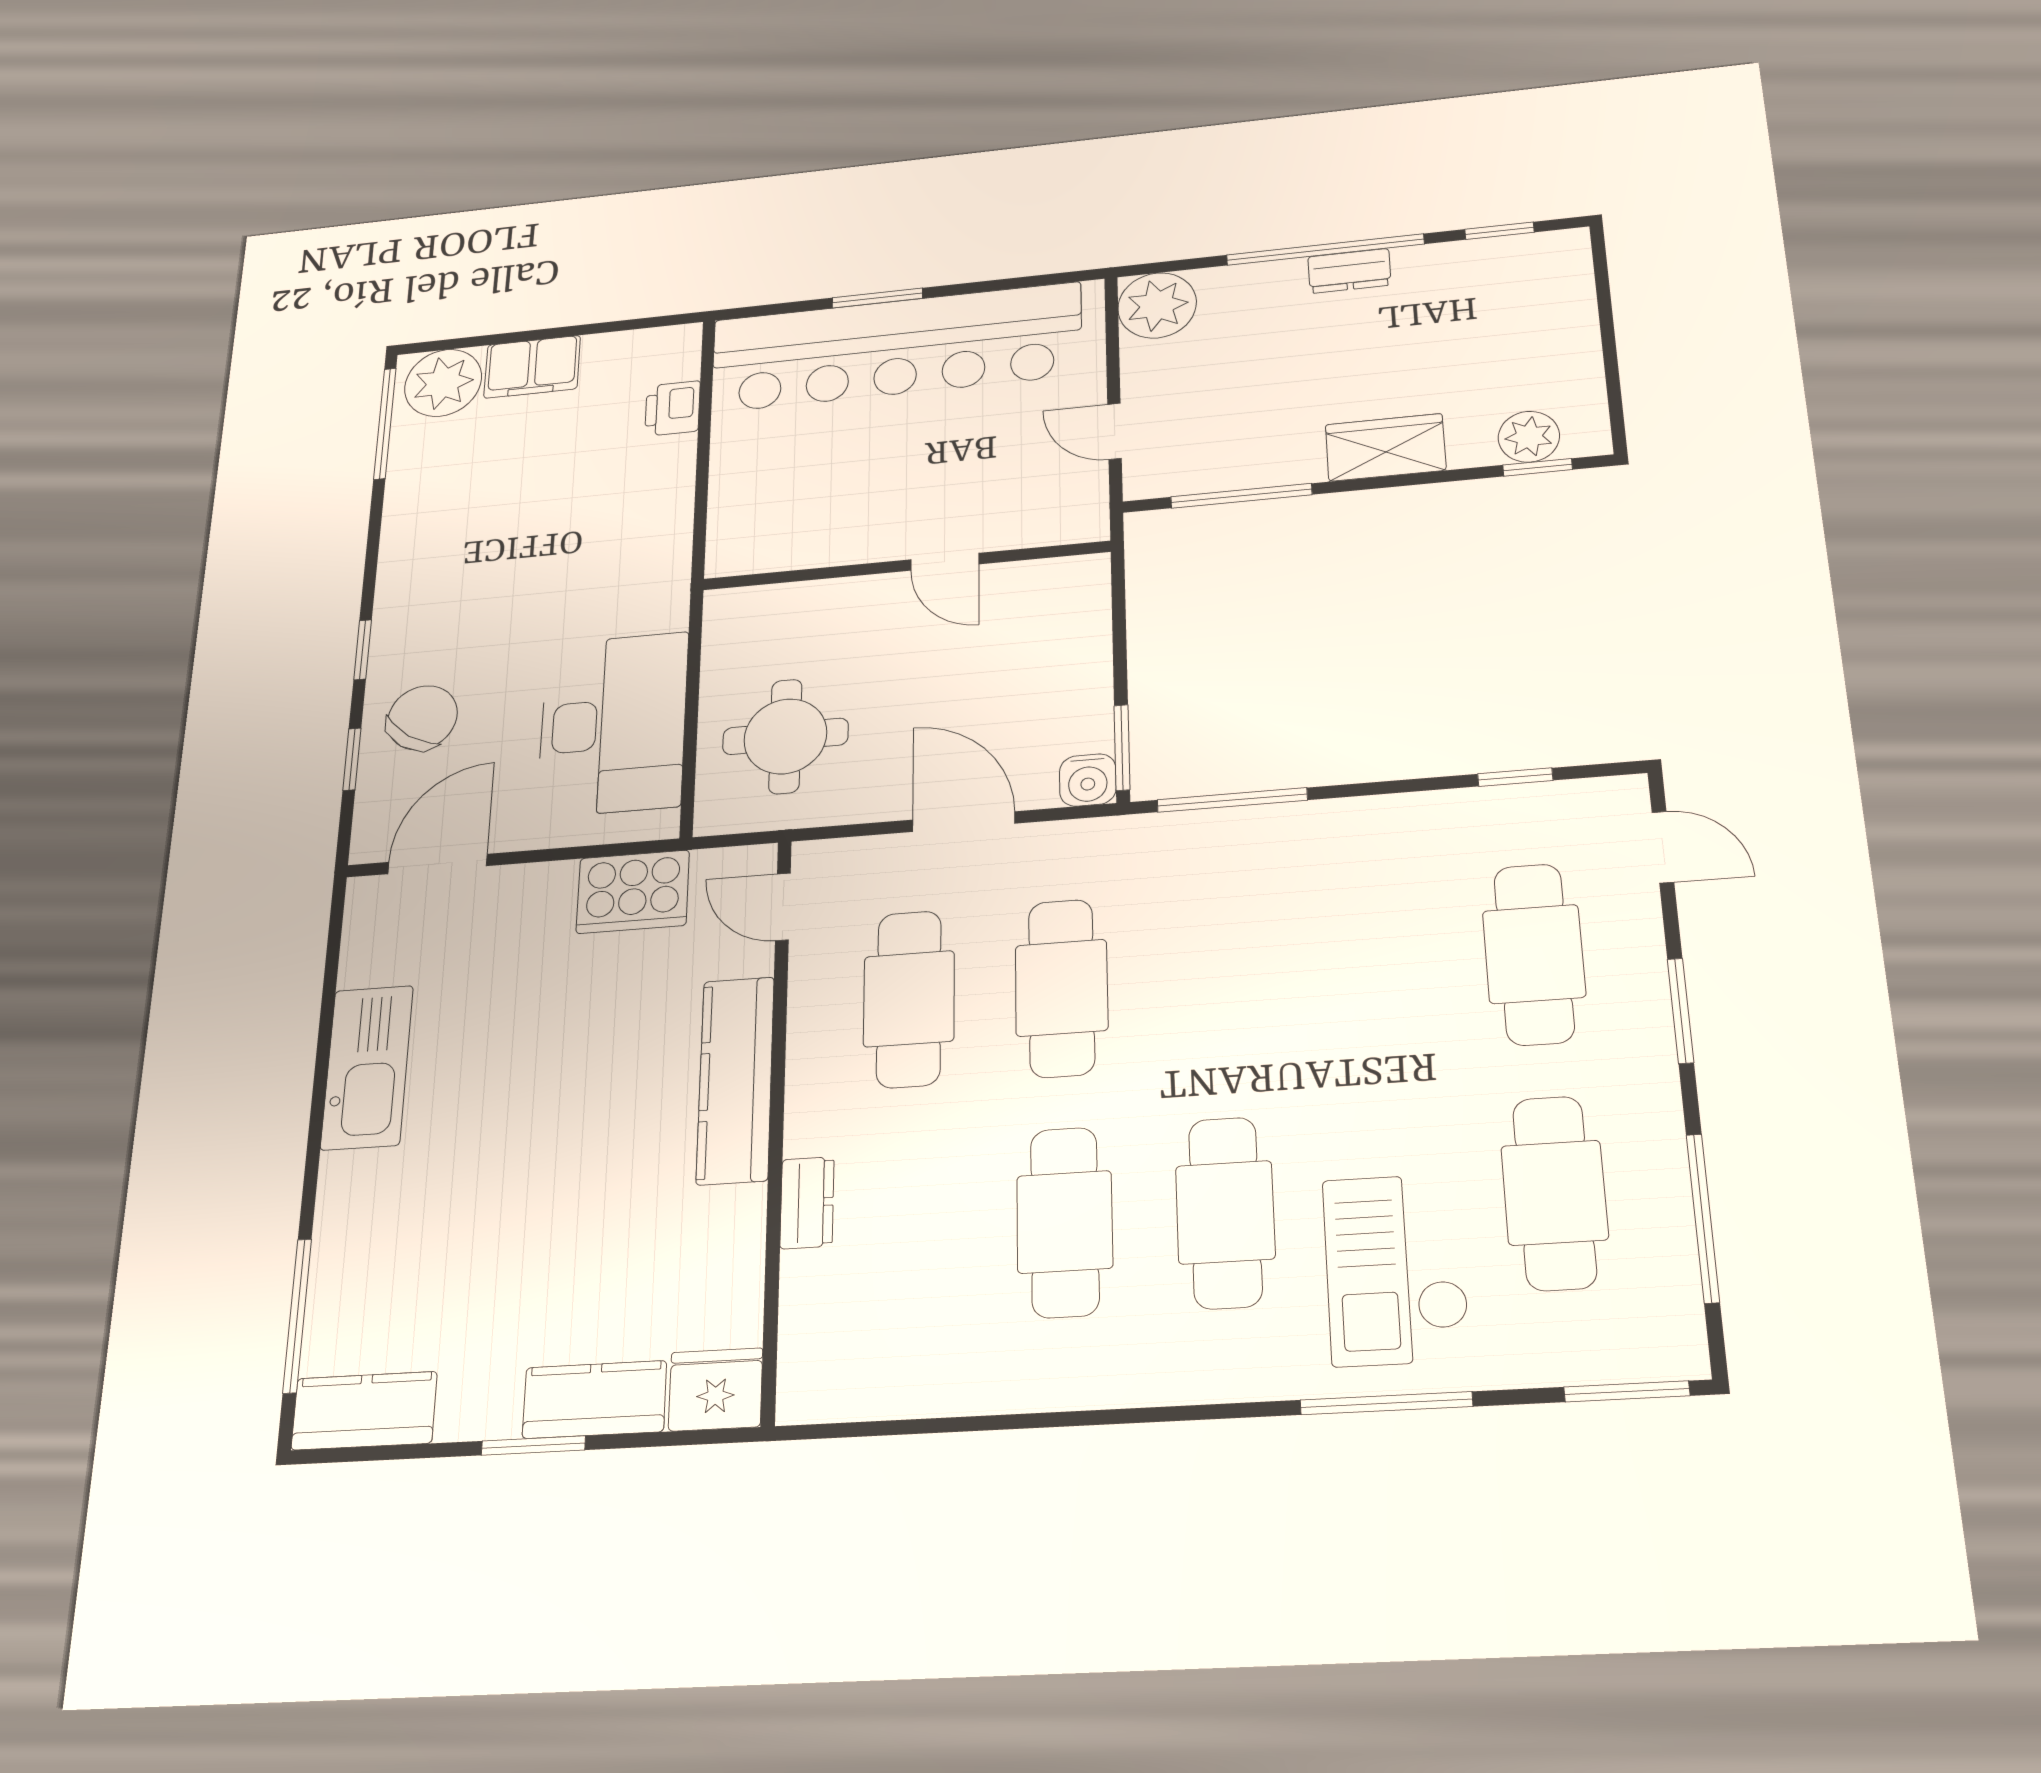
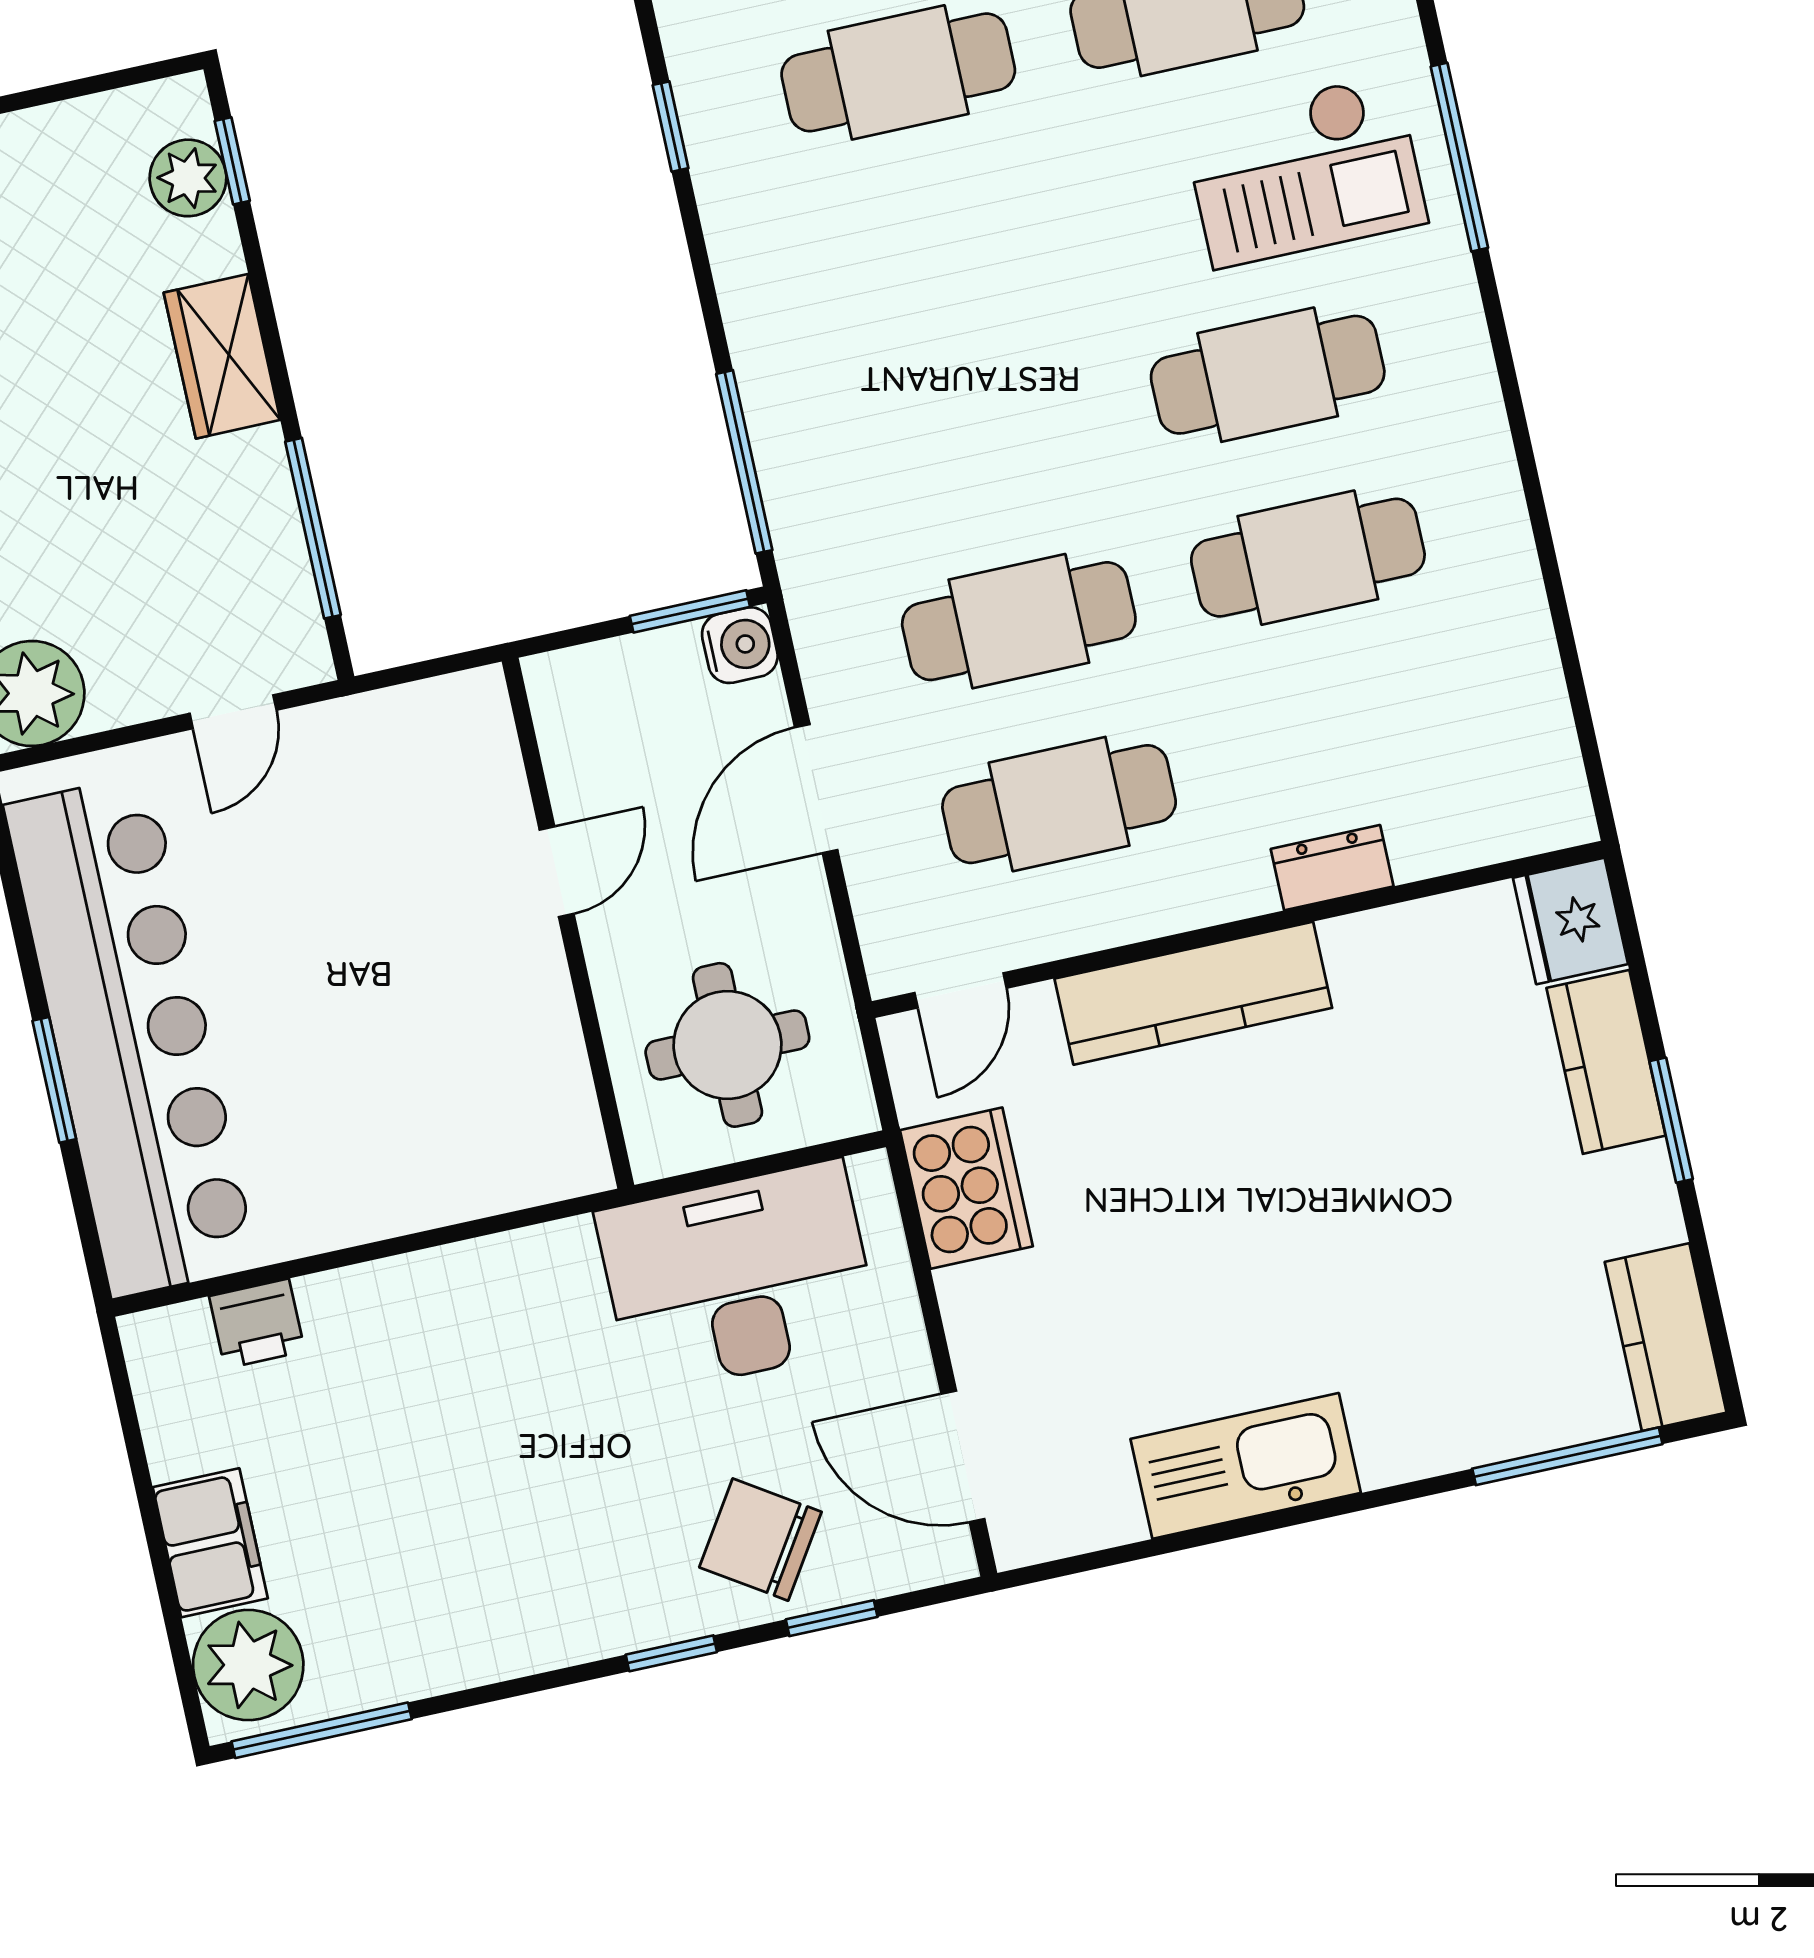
door: (945, 562) -> (557, 872), moved
wall: (905, 566) -> (568, 923), moved

